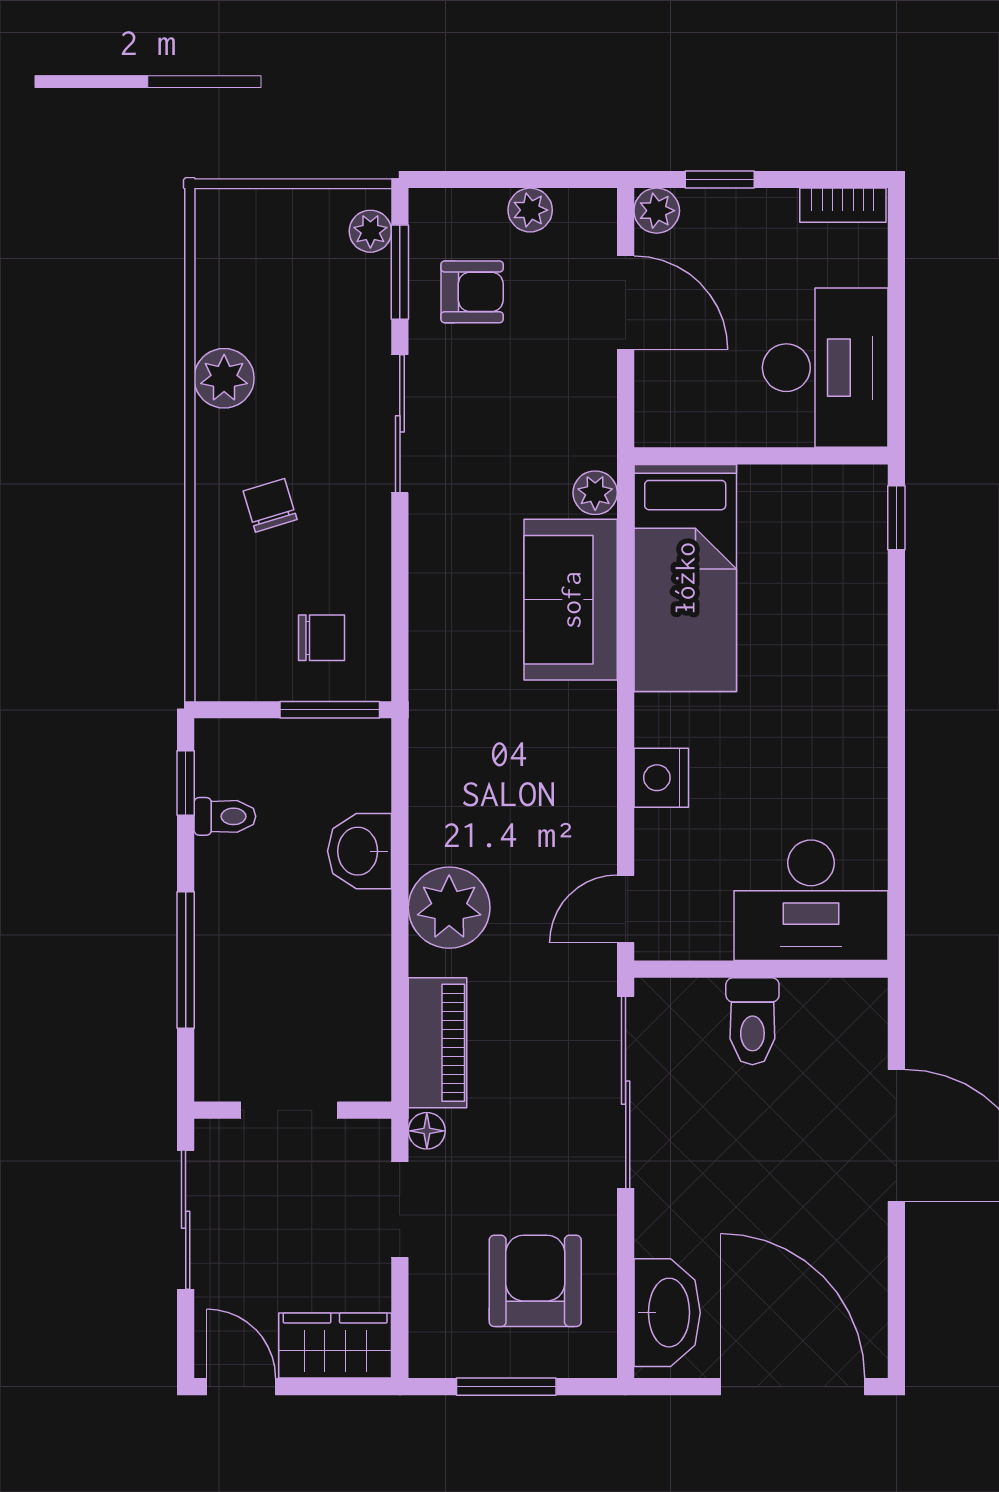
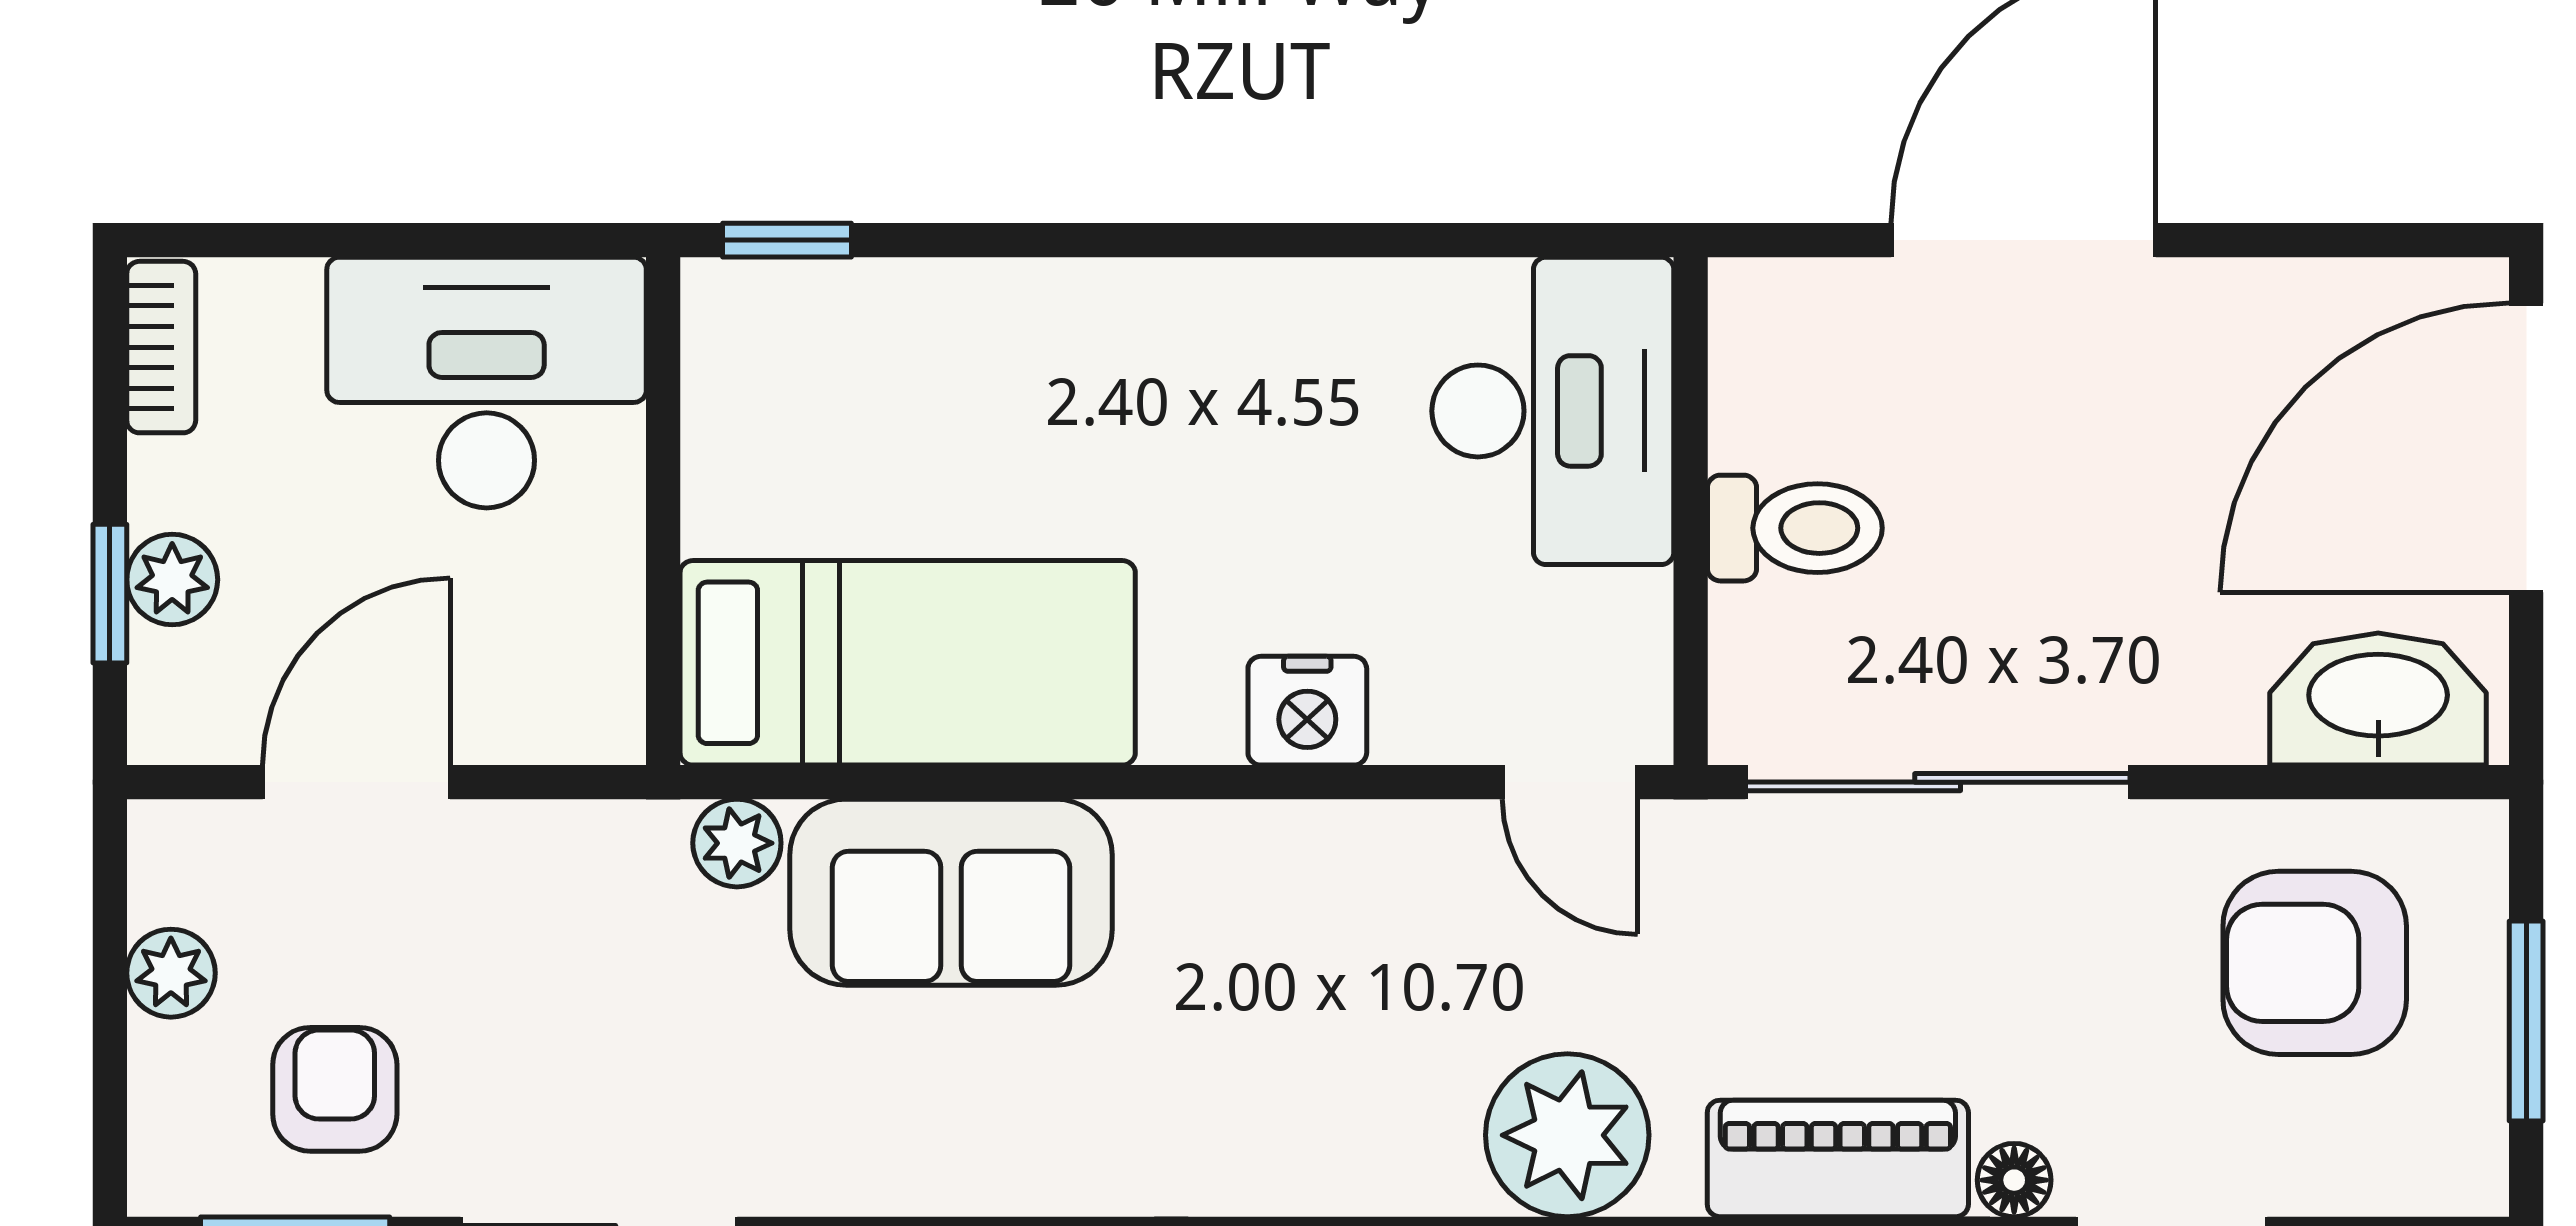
plant: (657, 211) -> (172, 580), moved

